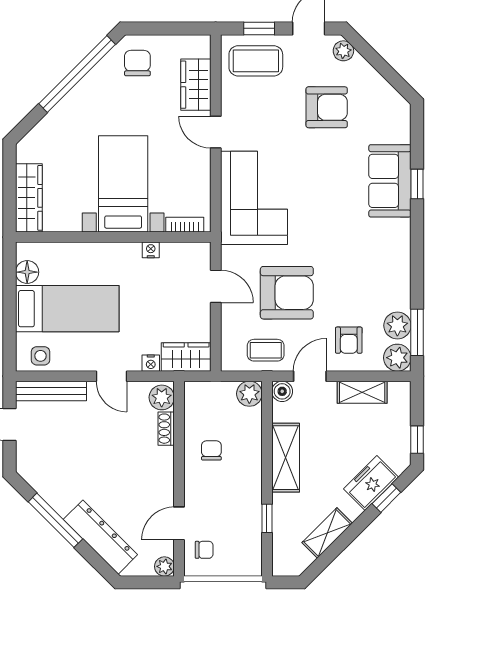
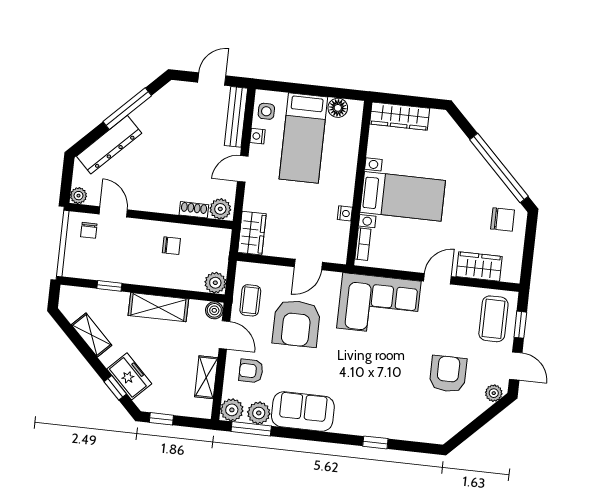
armchair: (327, 107) -> (448, 374), turned 180
sofa: (390, 181) -> (303, 411), moved
nightstand: (151, 363) -> (257, 136), moved

